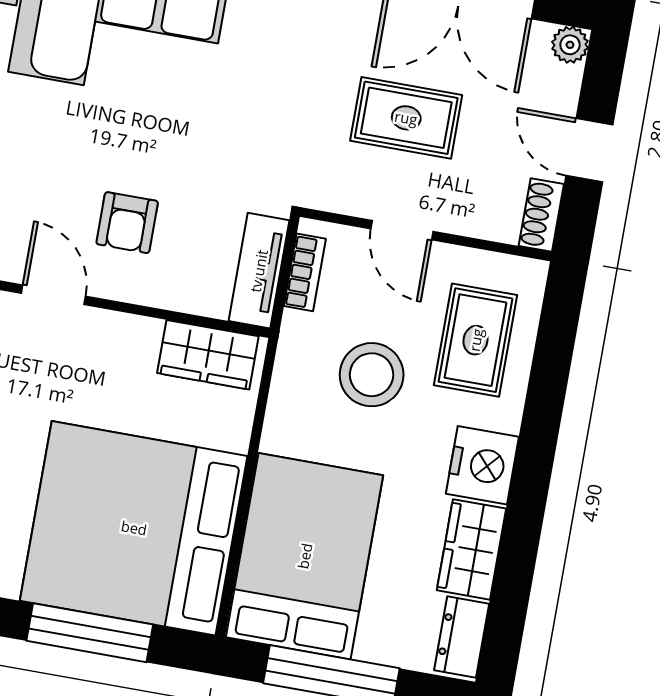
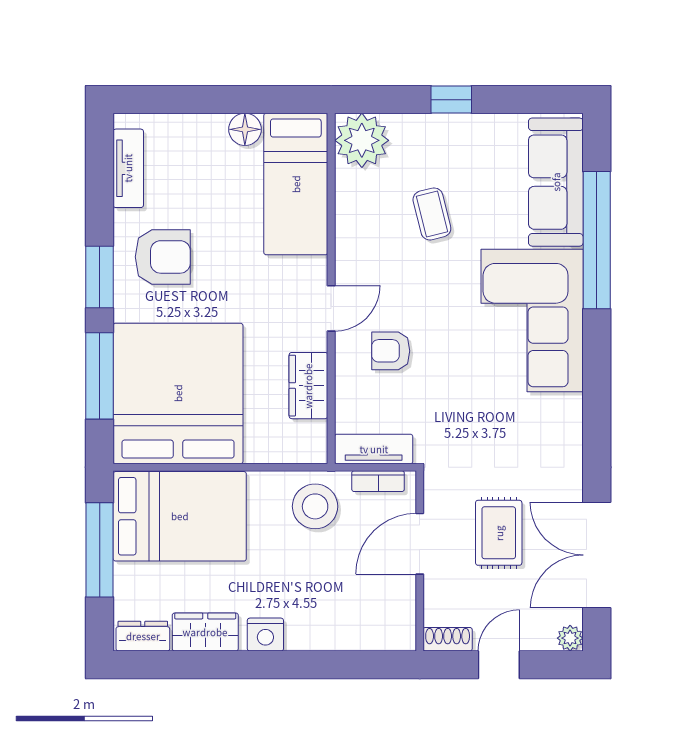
door: (402, 230) -> (420, 544), width x1.38
rug: (476, 340) -> (352, 609), removed
wardrobe: (208, 355) -> (308, 386), moved
stool: (372, 375) -> (315, 506), moved
nightstand: (482, 465) -> (265, 635), width x0.74, depth x0.75

